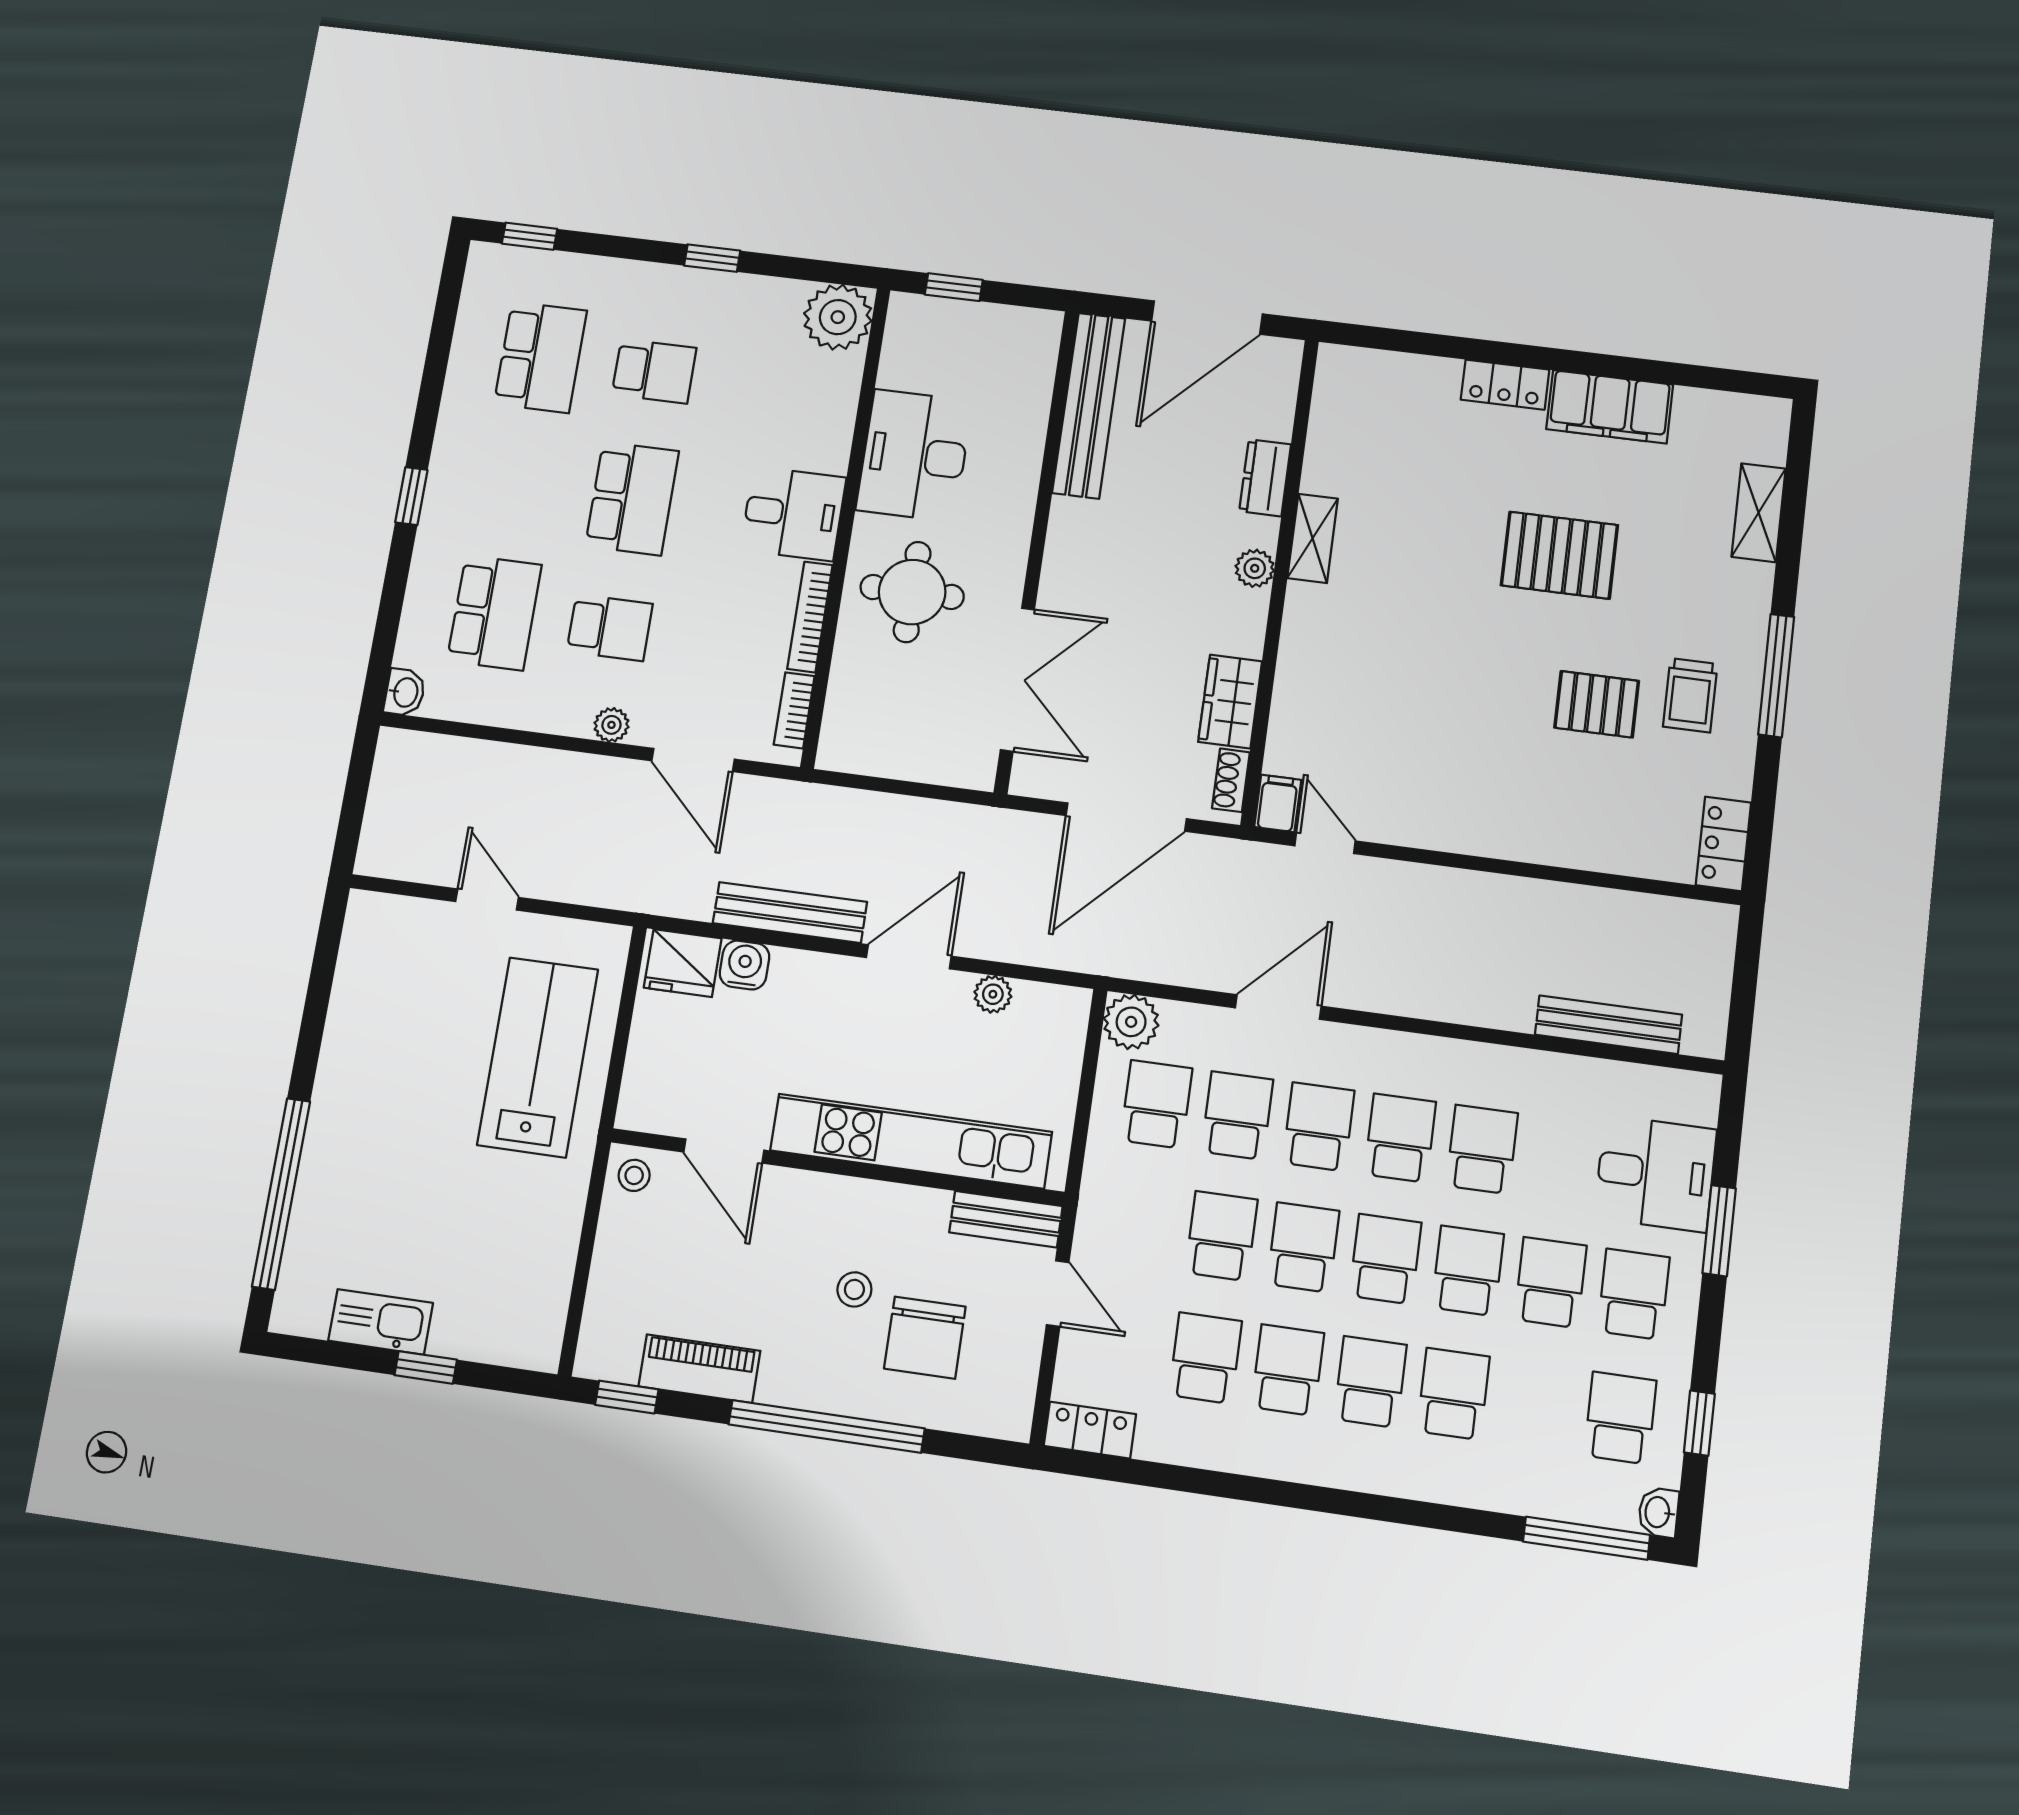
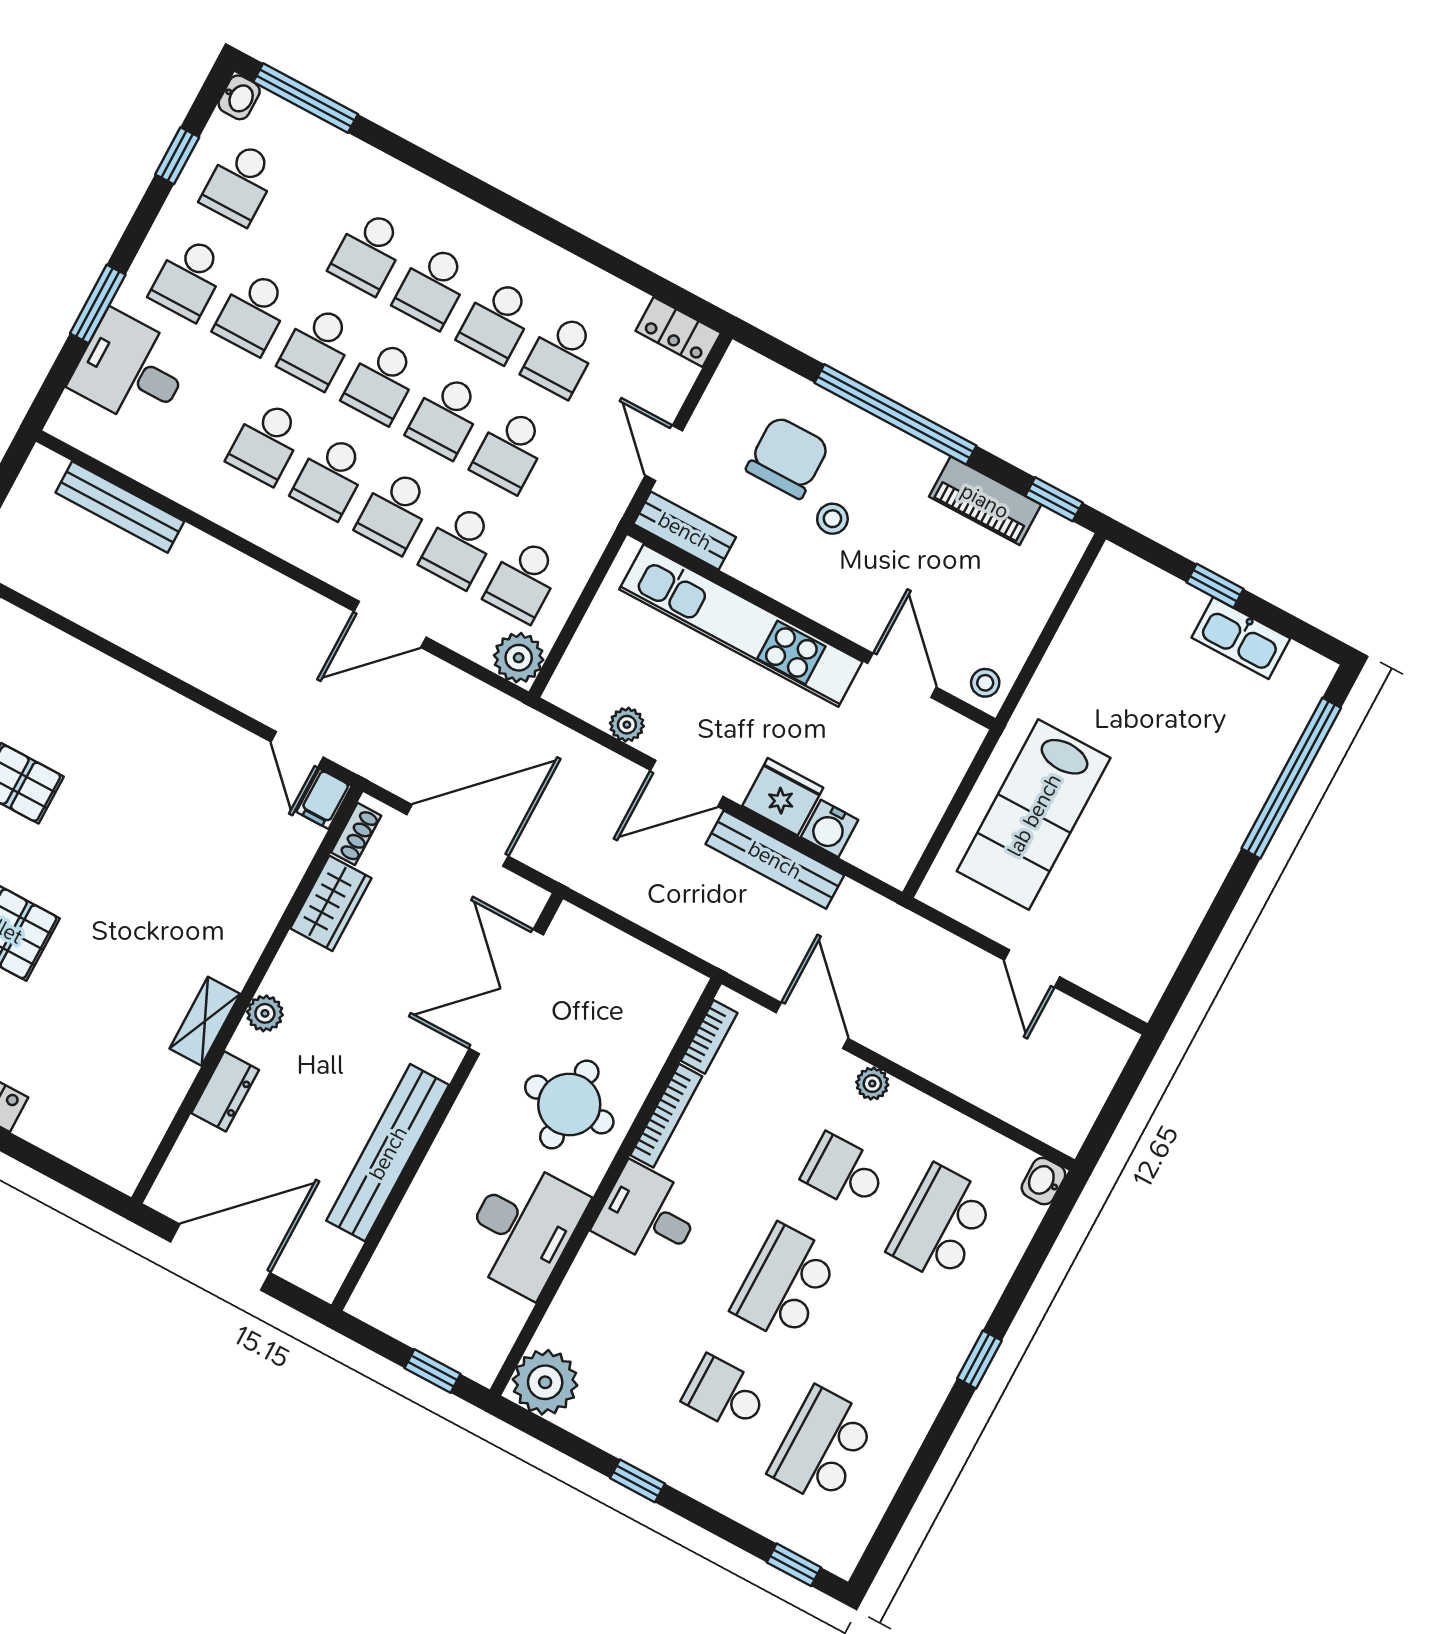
bench: (1089, 405) -> (388, 1153), moved
fridge: (683, 963) -> (783, 797), moved

